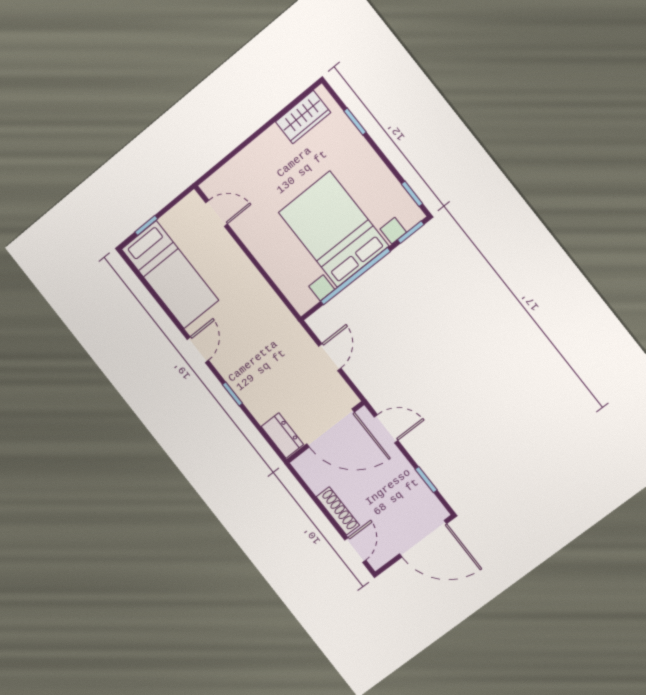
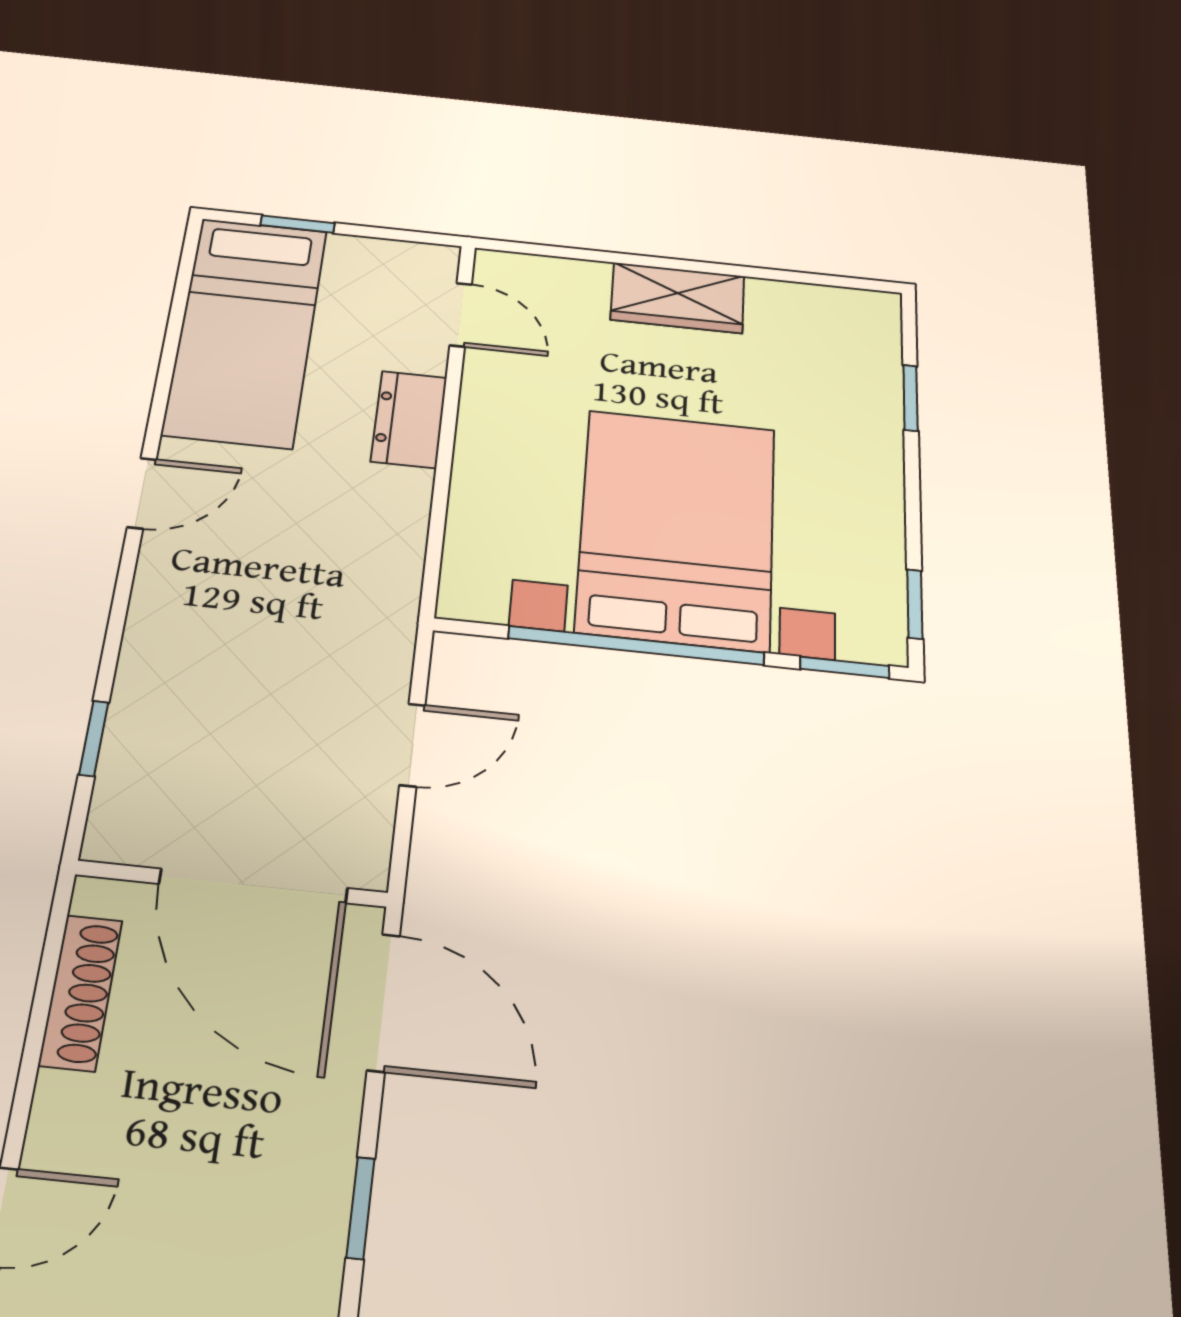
wardrobe: (303, 117) -> (678, 298), moved
window: (232, 394) -> (94, 738), moved
door: (386, 429) -> (384, 1002), width x1.38
dresser: (282, 436) -> (409, 419), moved, turned 180
shoe rack: (338, 511) -> (81, 992), moved

